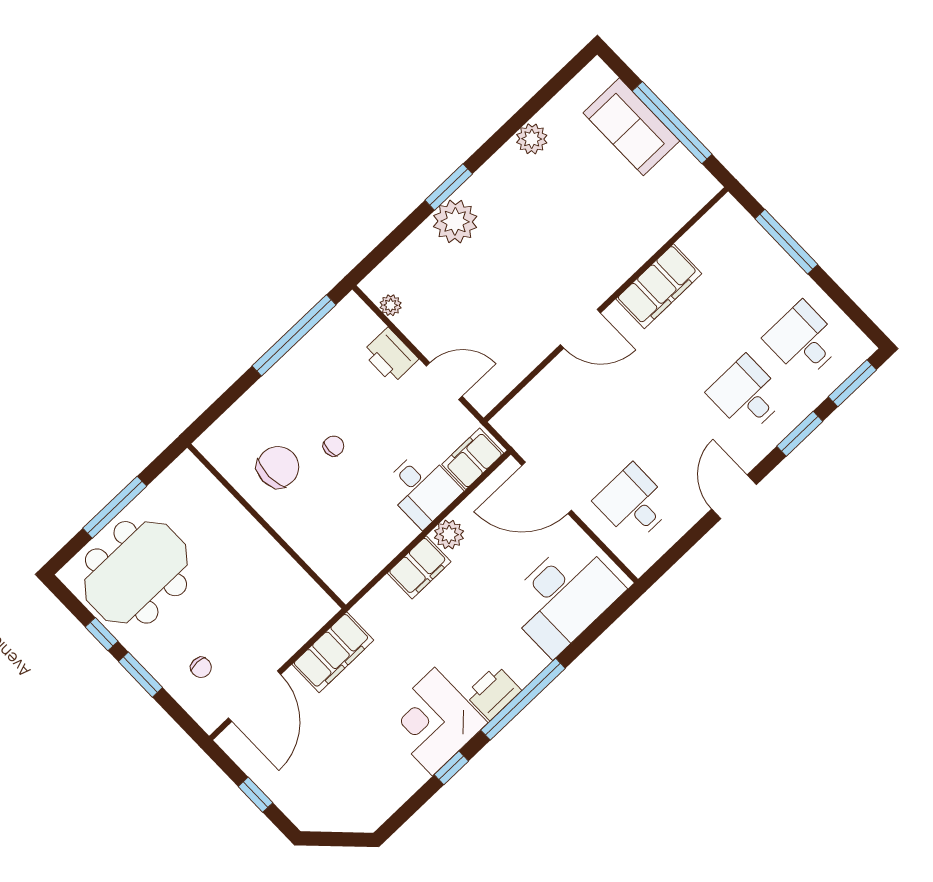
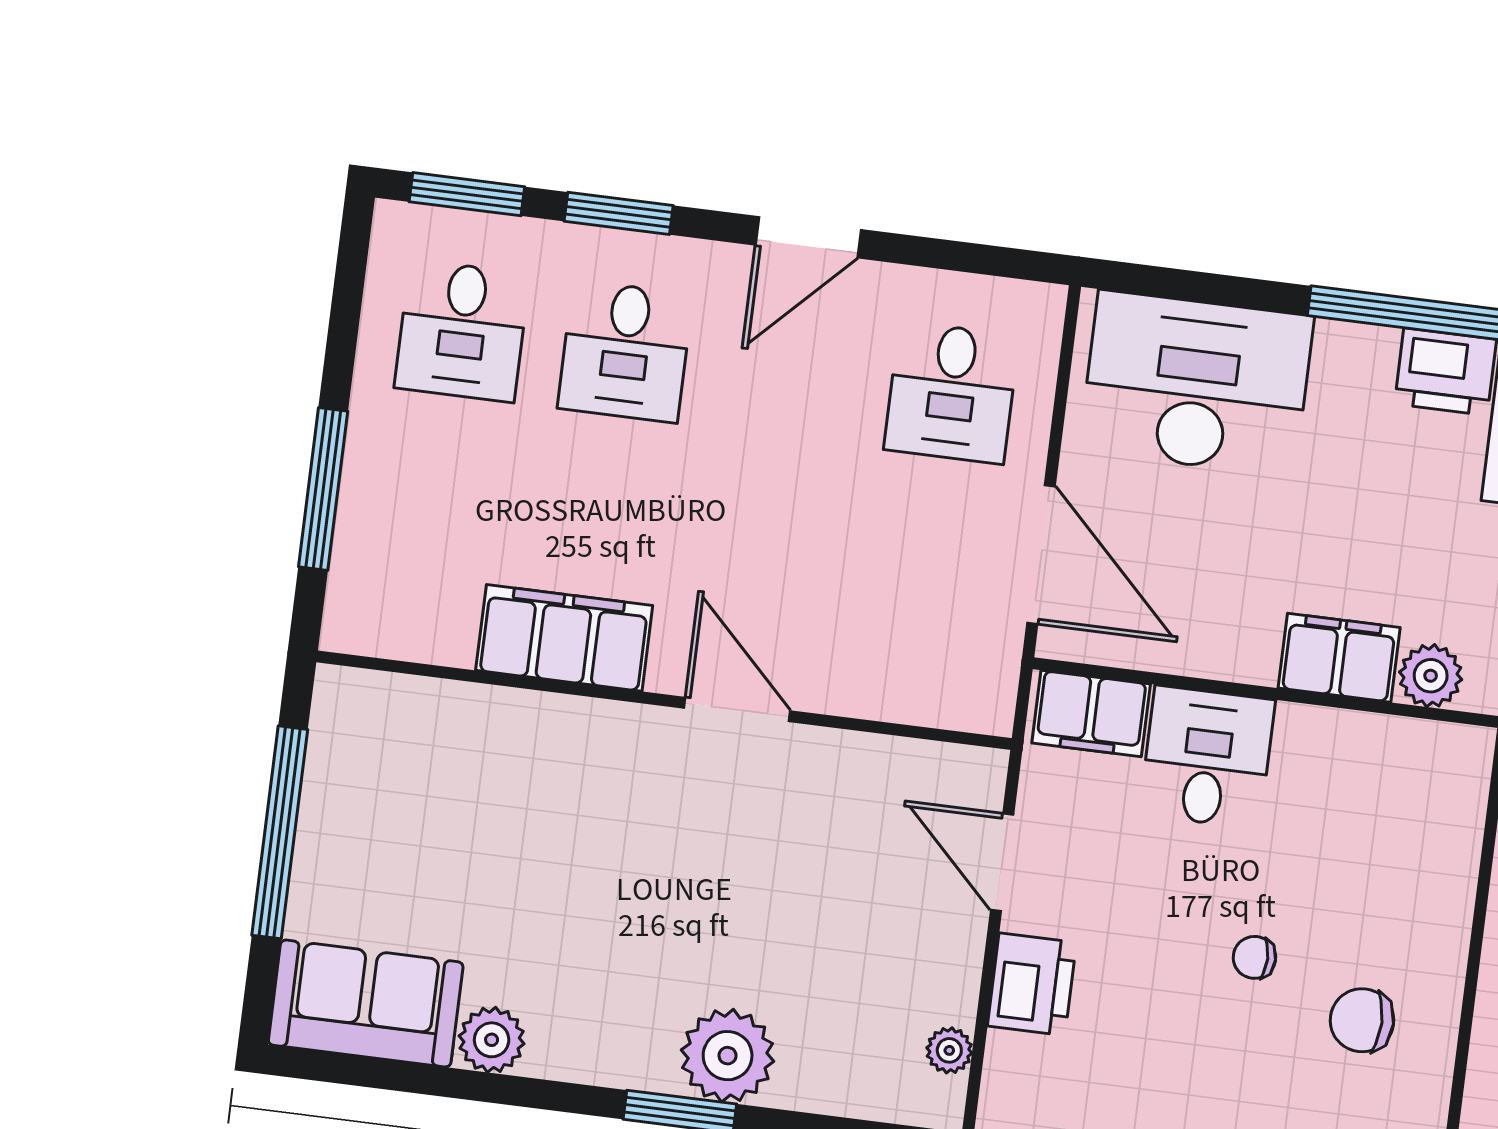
sofa: (631, 127) -> (366, 1003), moved, turned -90
chair: (278, 467) -> (1362, 1020), width x0.73, depth x0.73
plant: (449, 534) -> (1431, 676), moved

